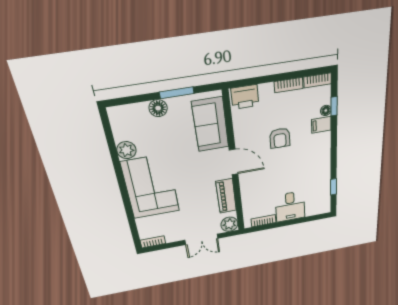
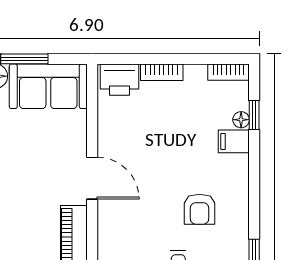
bookcase: (289, 85) -> (162, 72), moved
sofa: (210, 124) -> (48, 86), moved, turned -90
armchair: (280, 138) -> (200, 209), moved

